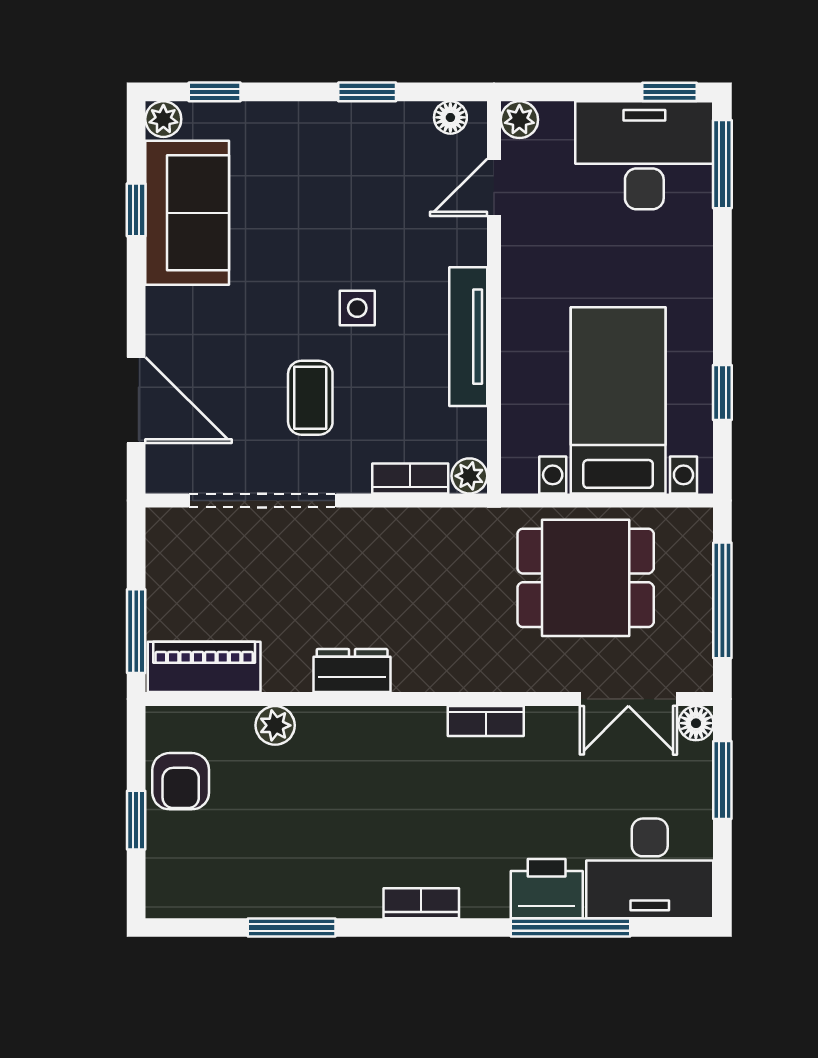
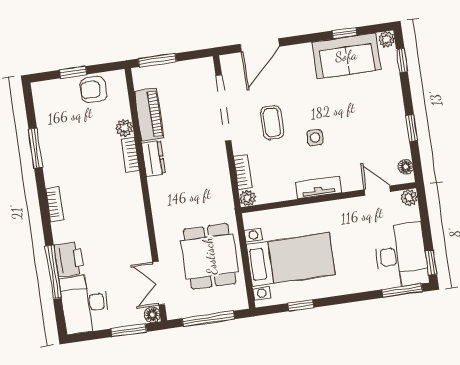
tv unit: (468, 337) -> (318, 187), width x0.71
coffee table: (310, 398) -> (272, 123), turned 90
piano: (204, 667) -> (149, 115), moved
bookcase: (486, 721) -> (130, 155), moved

